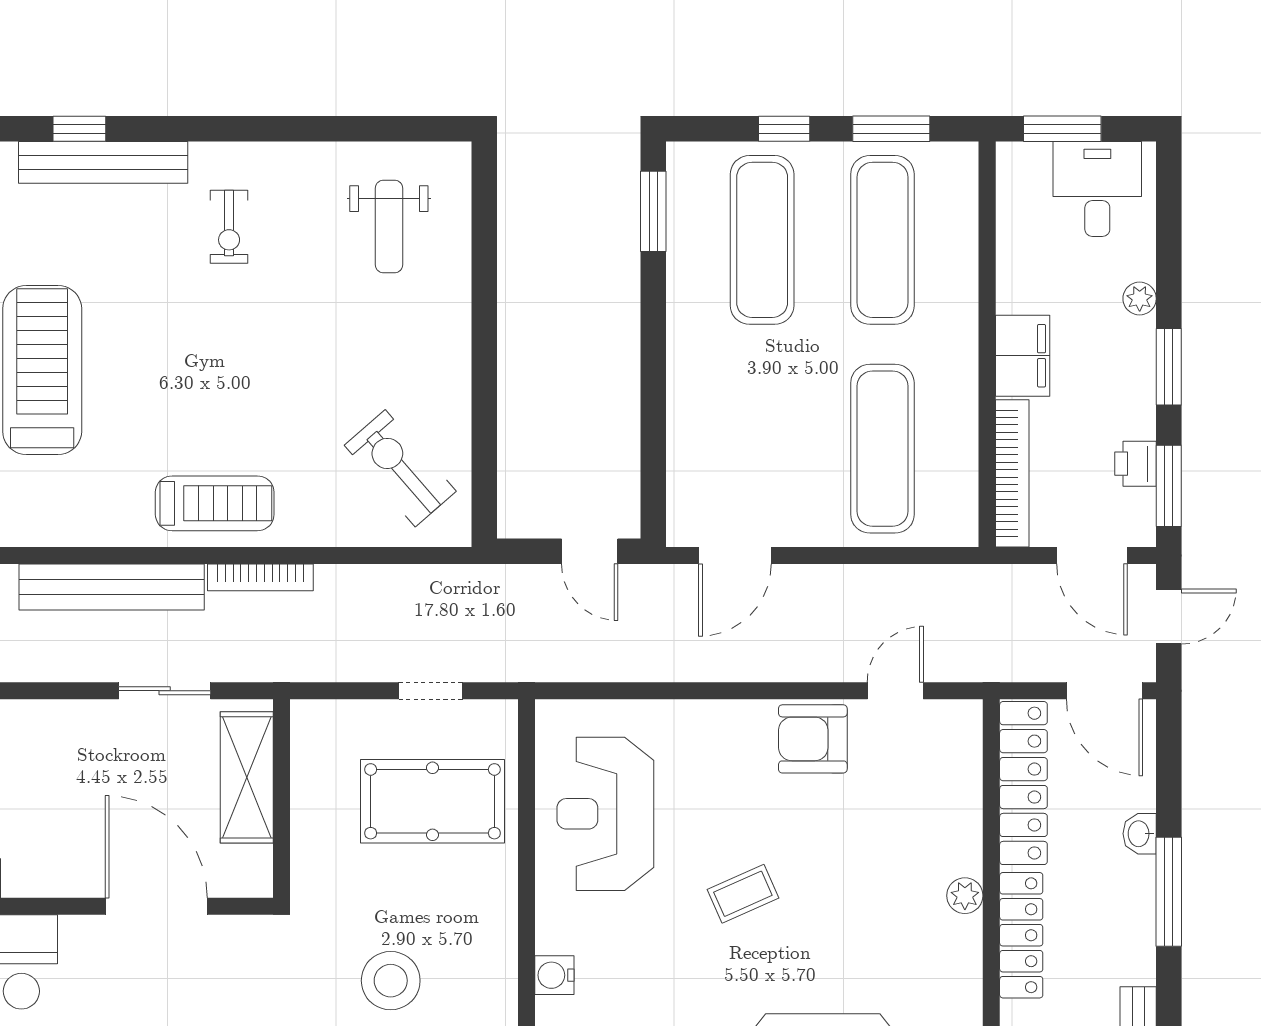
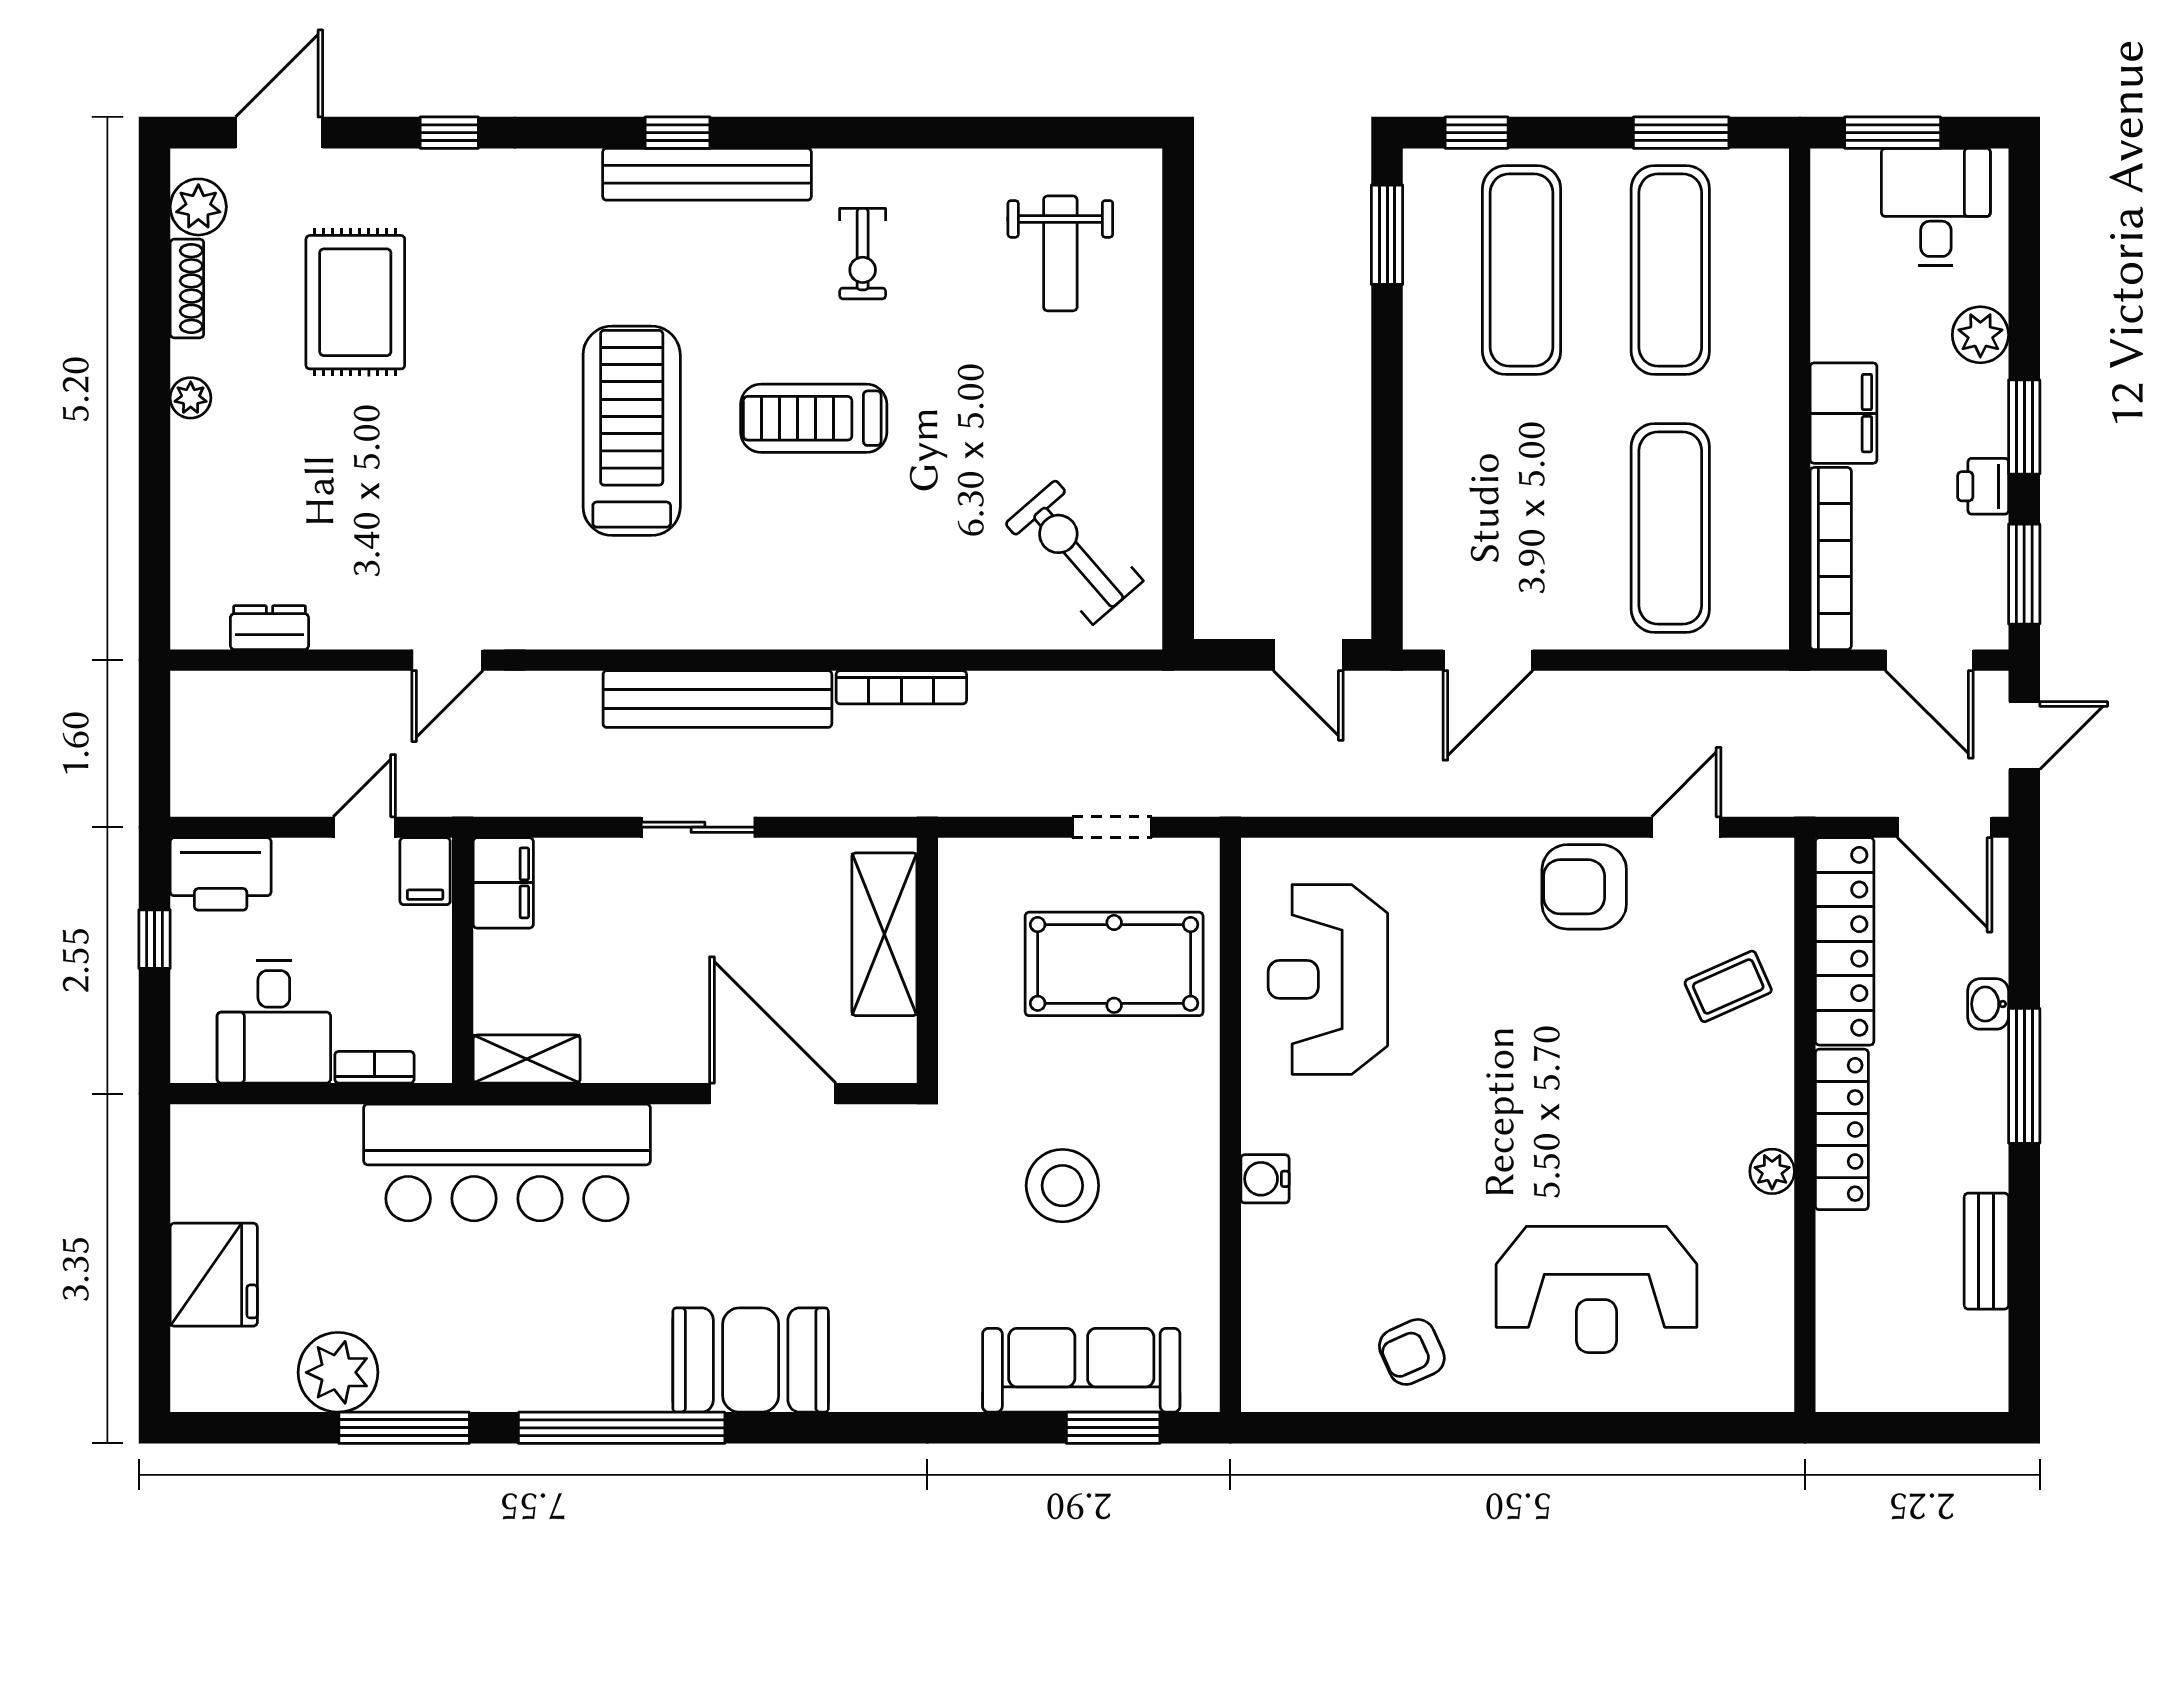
window: (784, 129) -> (1477, 133), moved
plant: (1140, 299) -> (1980, 335), width x1.38, depth x1.38
printer: (1135, 464) -> (1983, 486), moved
treadmill: (215, 503) -> (814, 418), moved, turned 180
sliding door: (165, 691) -> (698, 827), moved
coffee table: (743, 894) -> (1728, 986), moved
plant: (965, 896) -> (1772, 1171), moved

